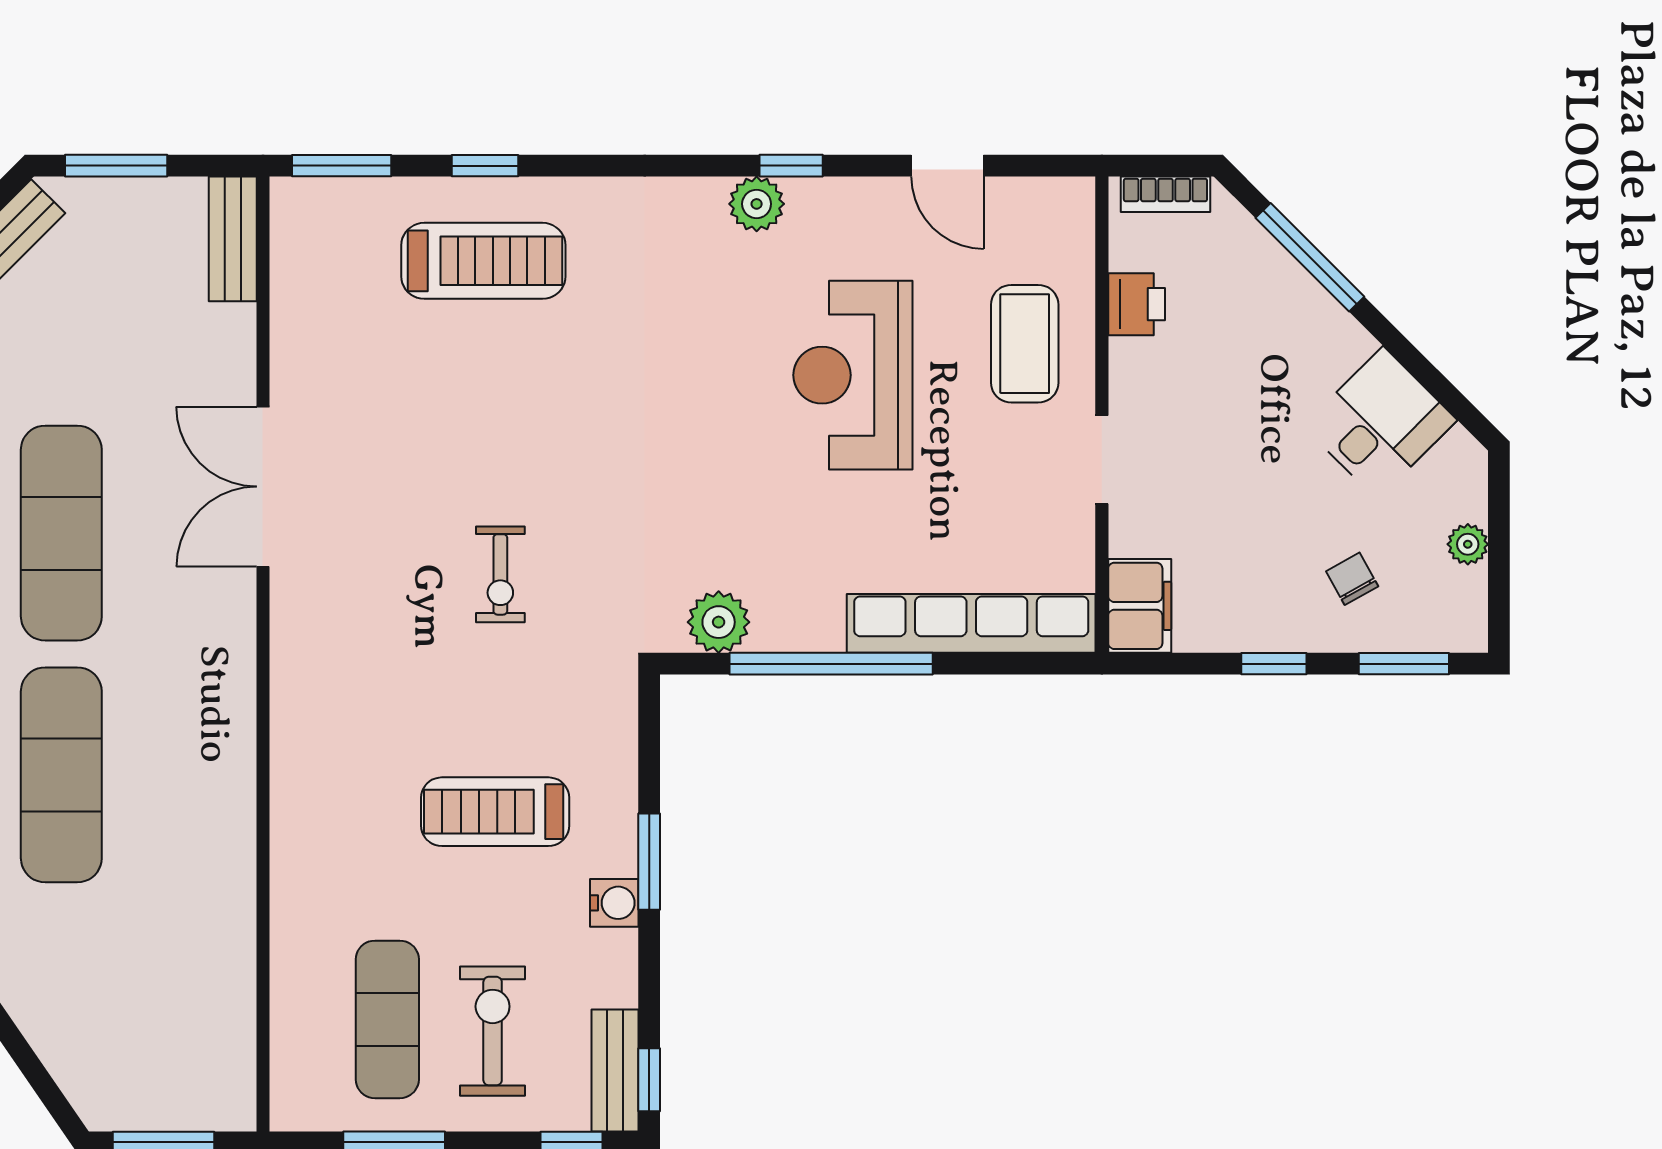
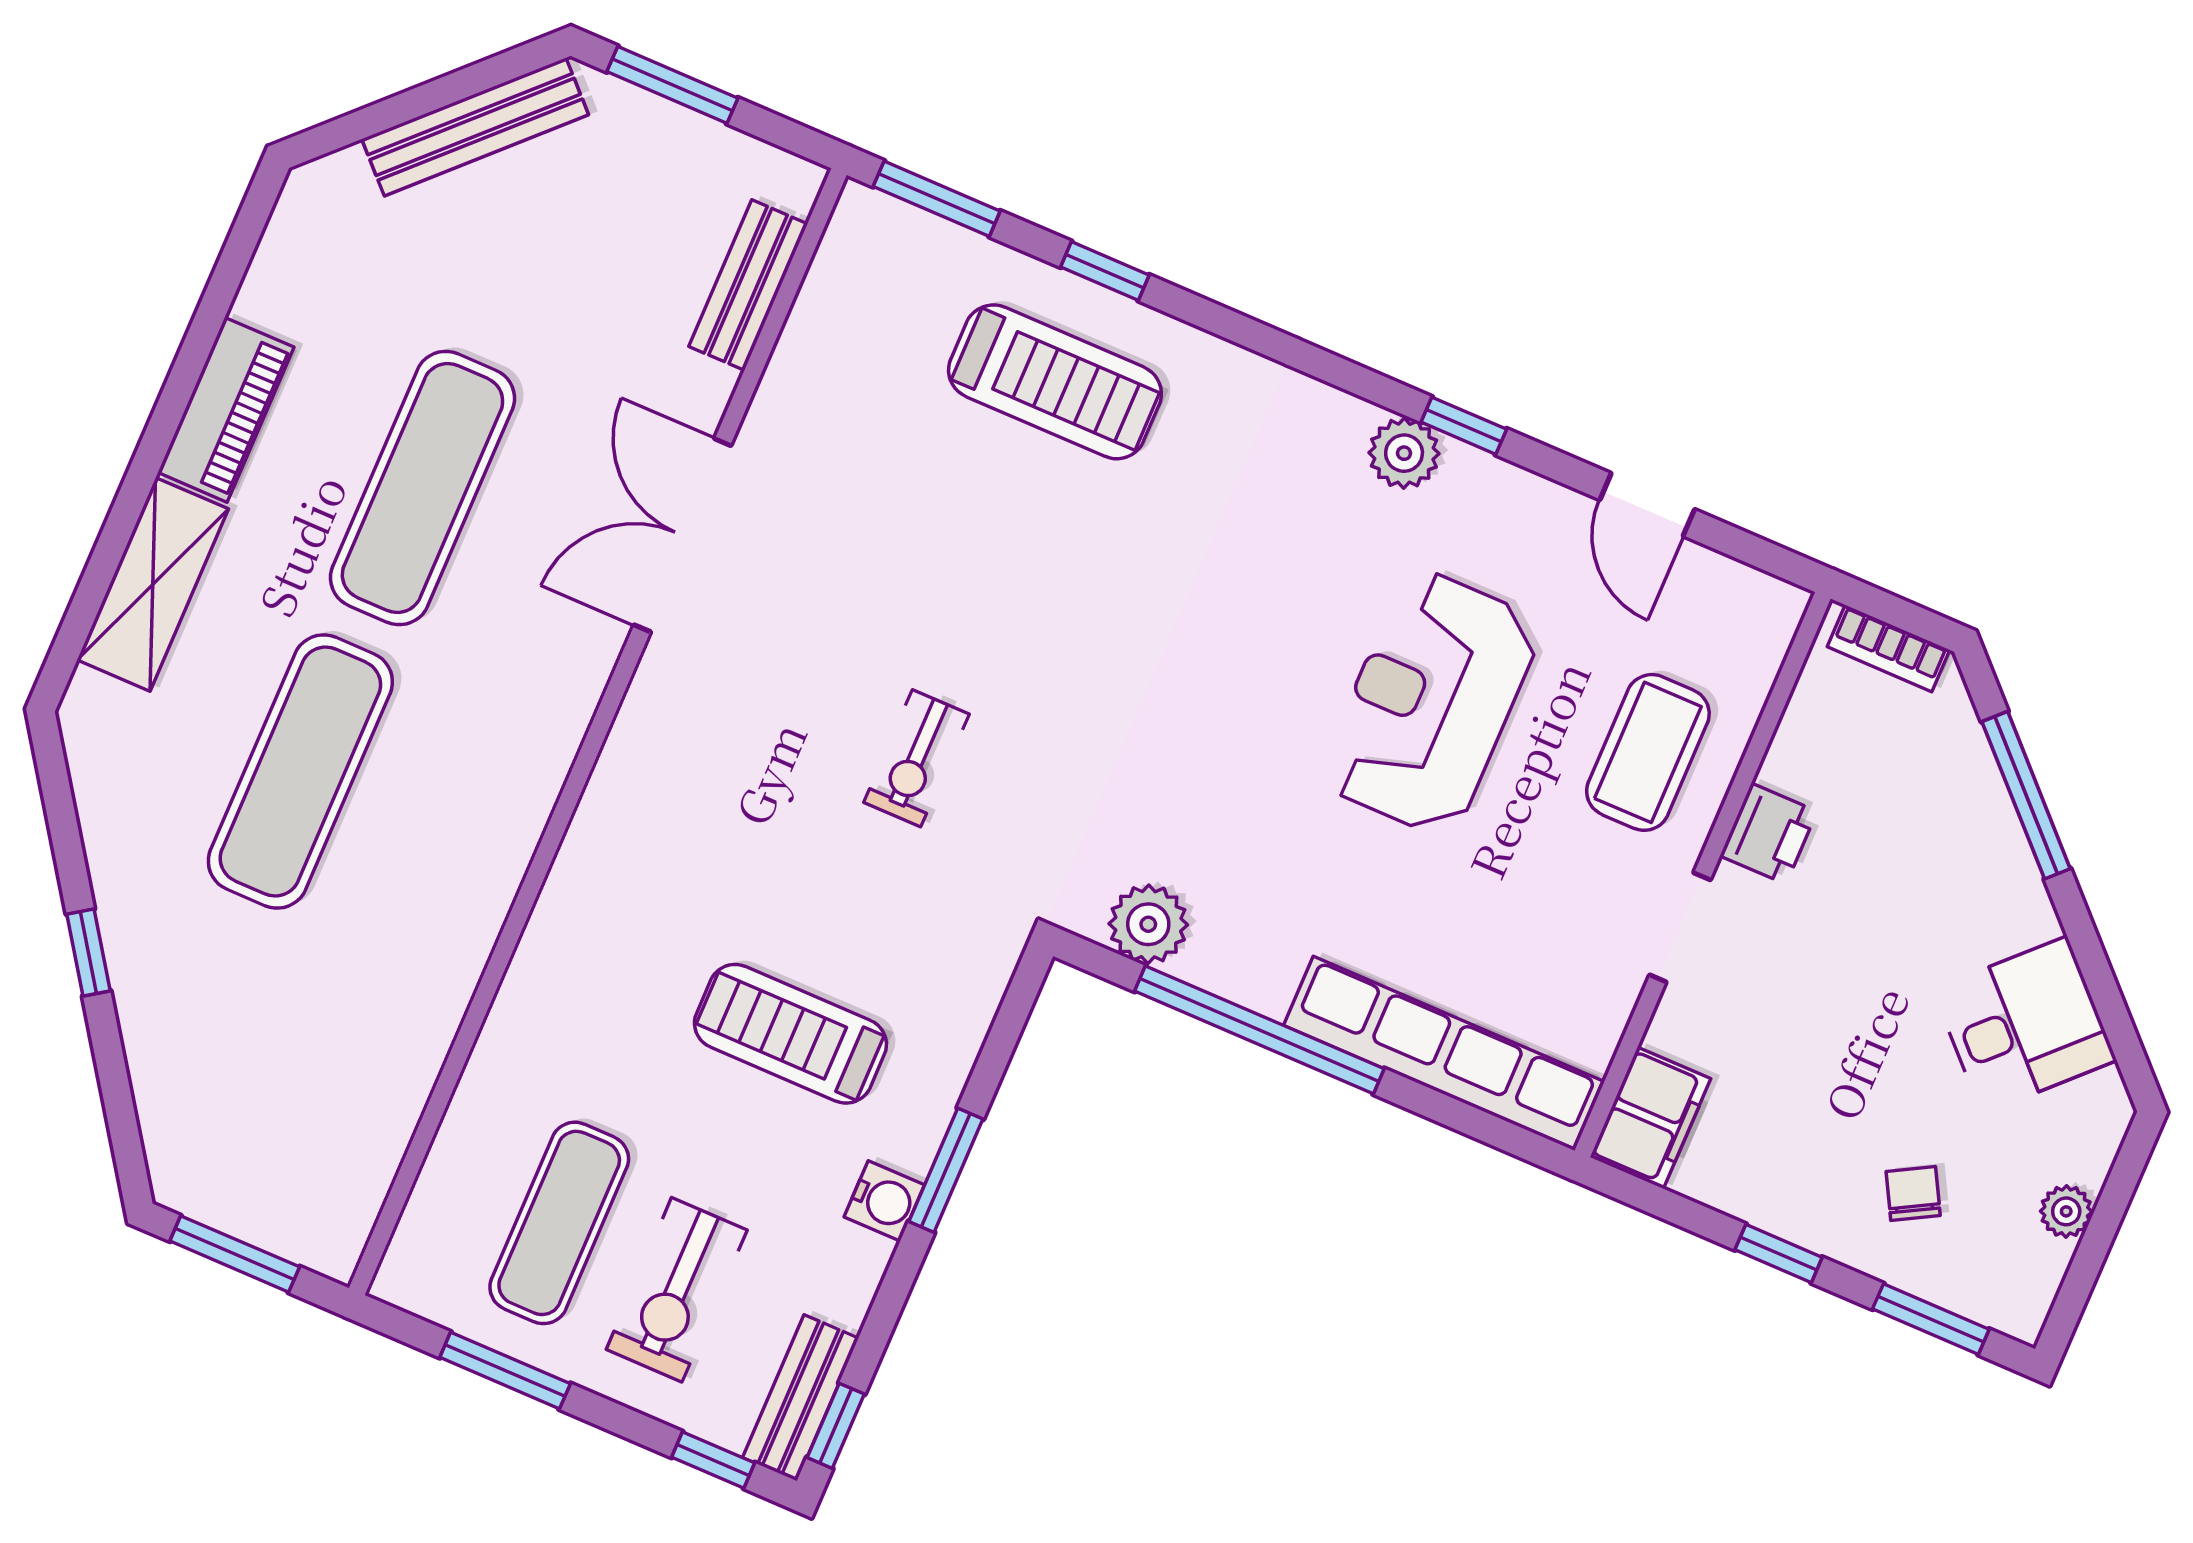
bench: (233, 239) -> (748, 285), moved
printer: (1137, 304) -> (1769, 834), moved
exercise bike: (493, 1031) -> (677, 1290), turned 180

